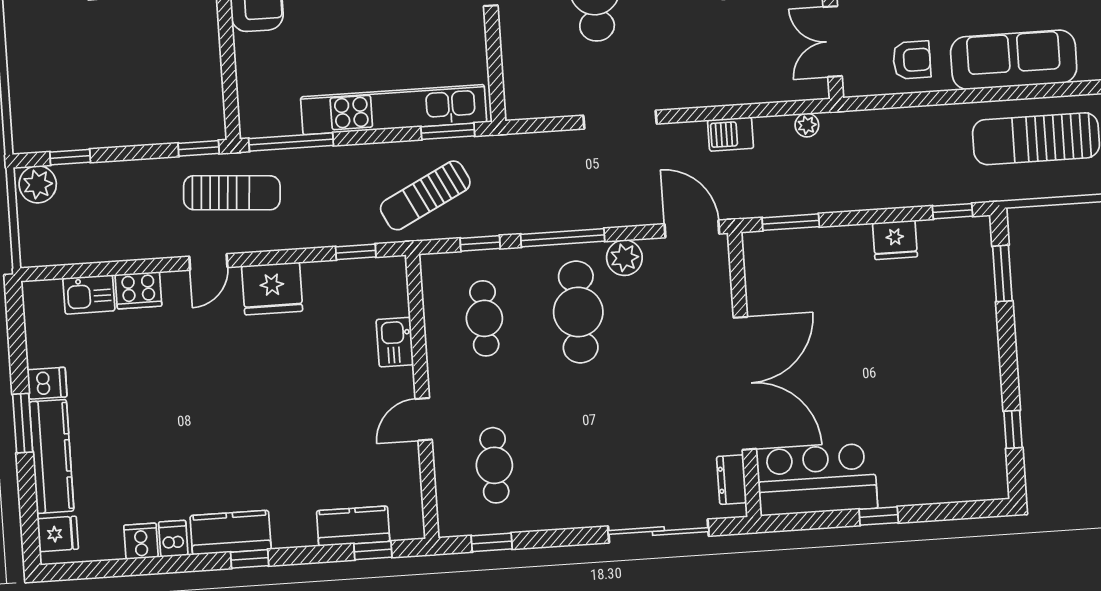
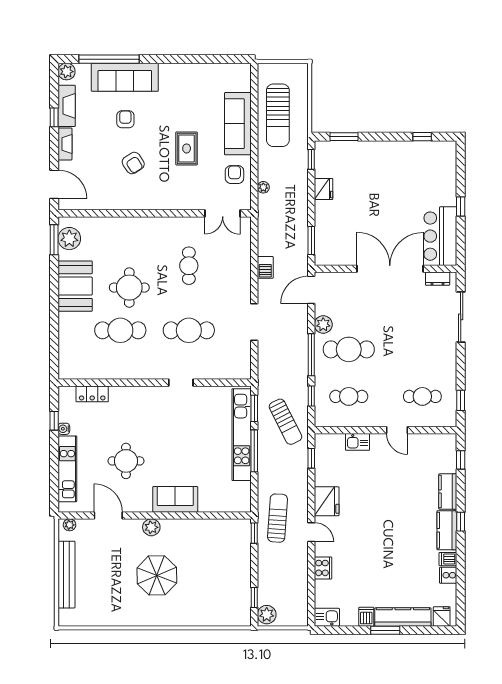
plant: (807, 125) -> (263, 187), moved
window: (291, 142) -> (254, 451), moved
kitchen sink: (89, 294) -> (327, 617), moved, turned -90
kitchen counter: (353, 526) -> (448, 492), moved

